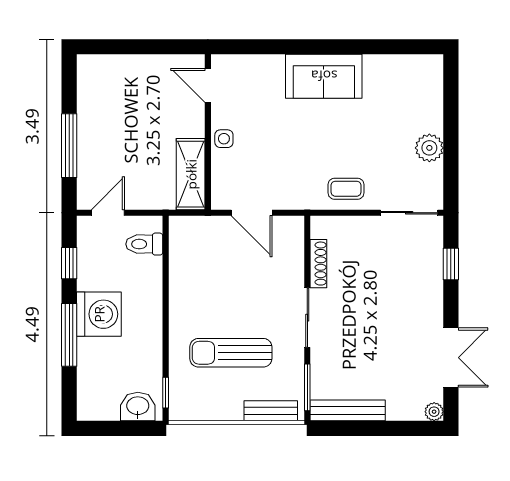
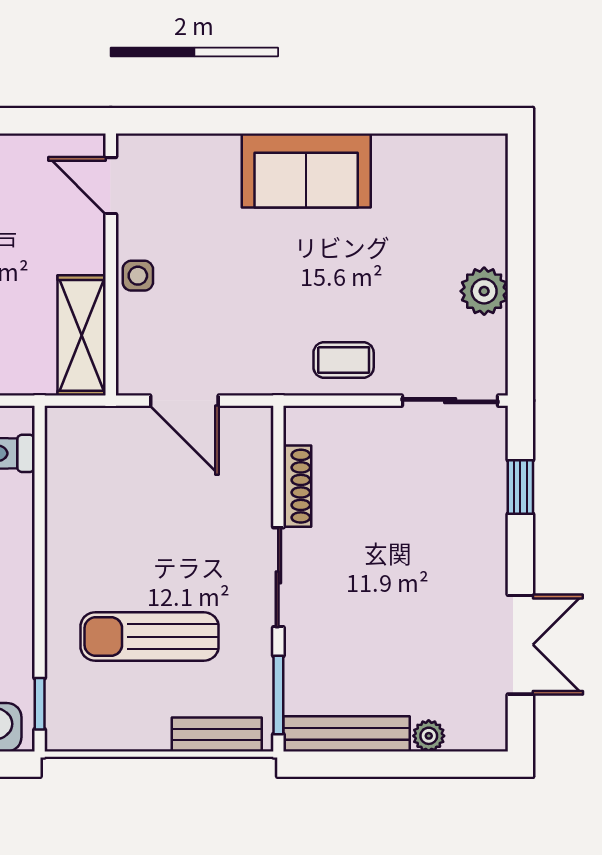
plant: (434, 412) -> (429, 736), moved

